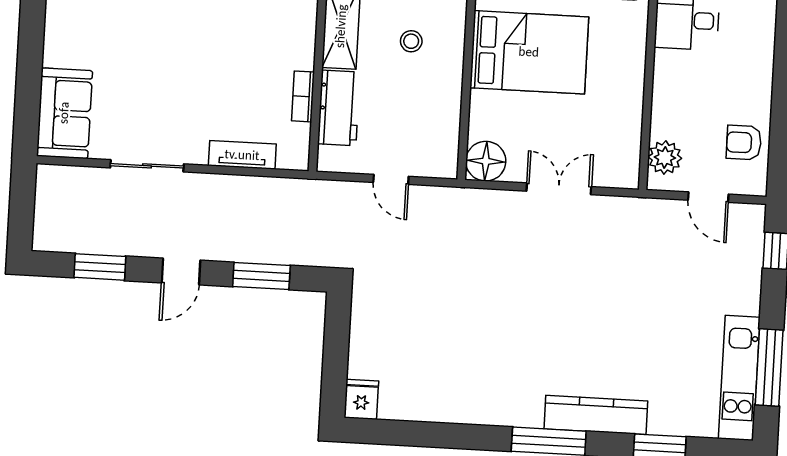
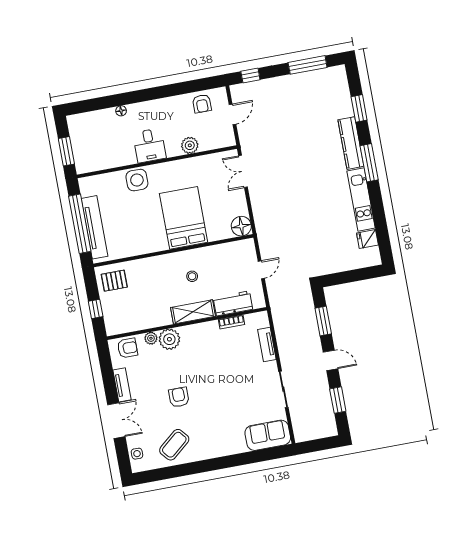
plant: (665, 158) -> (190, 145), moved
double door: (559, 189) -> (243, 171), moved
kitchen unit: (739, 378) -> (361, 199), moved, turned 90
fridge: (361, 399) -> (367, 239), moved

